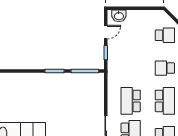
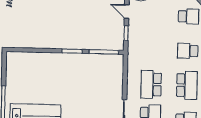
door: (106, 32) -> (127, 12), swing flipped

